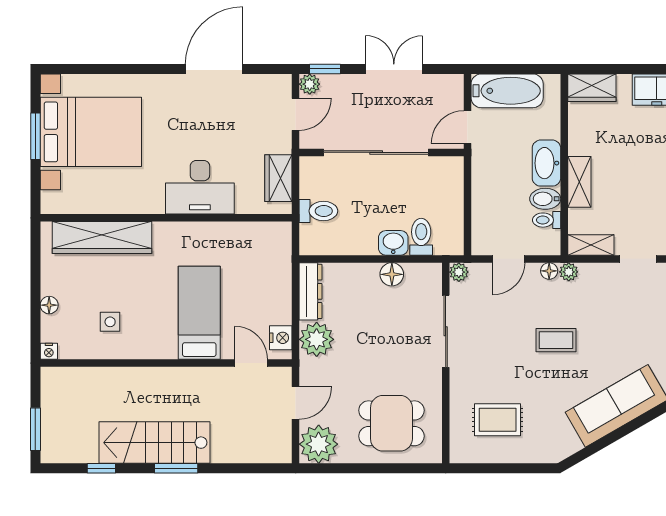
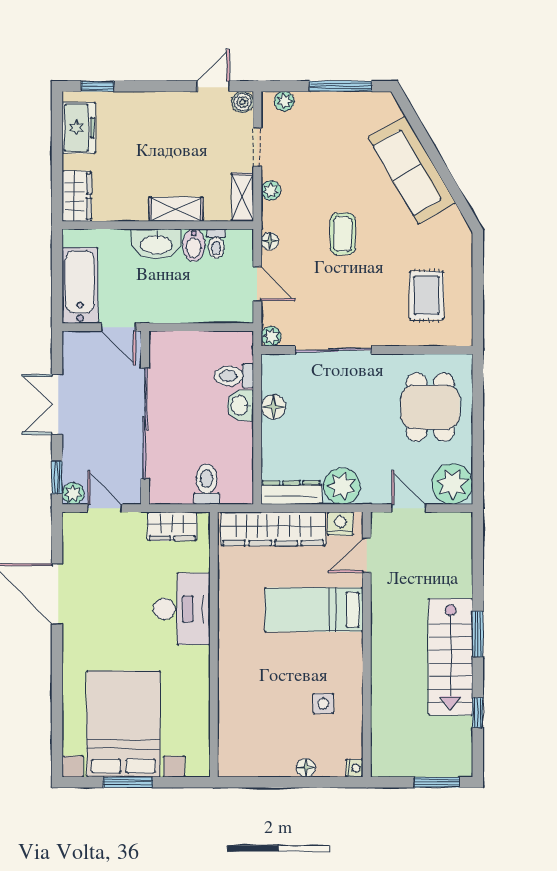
wardrobe: (102, 238) -> (273, 529), moved, turned 90
plant: (569, 272) -> (271, 190), moved

